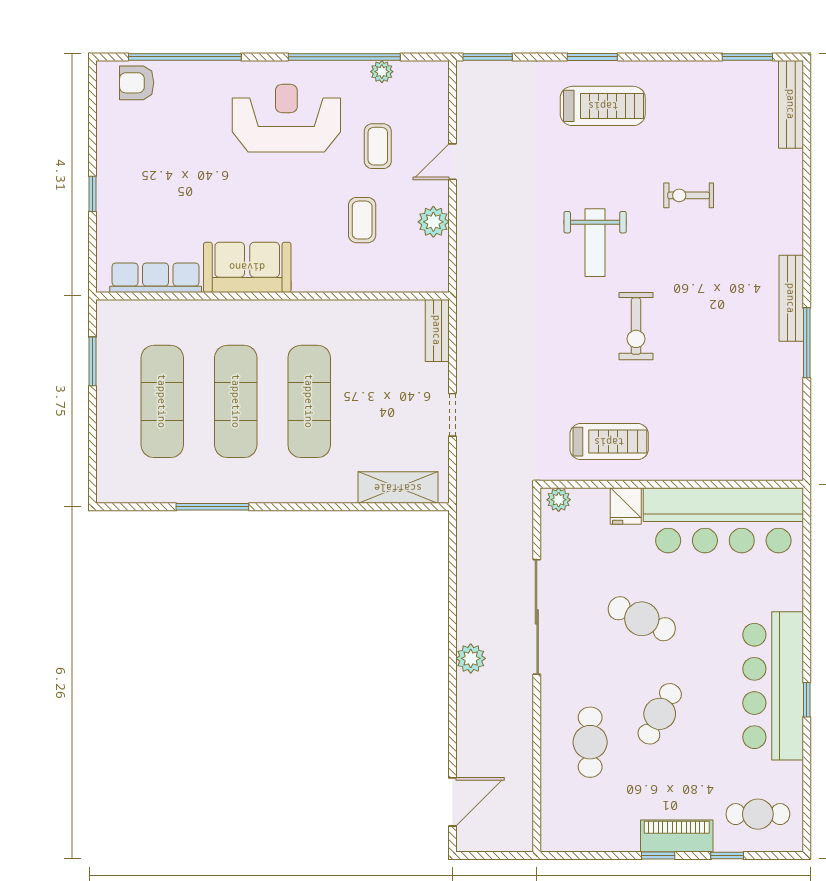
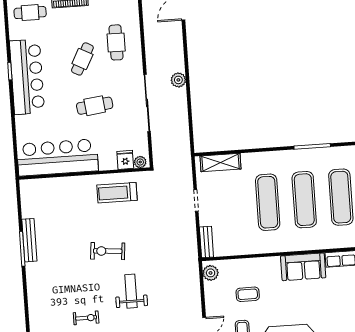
coffee table: (362, 220) -> (248, 294), turned 90
plant: (433, 222) -> (211, 273), moved
bench: (791, 298) -> (29, 240), moved
exercise bike: (636, 326) -> (108, 251), turned -85
fridge: (626, 506) -> (125, 160), moved
cafe table: (642, 619) -> (95, 106), turned -32

